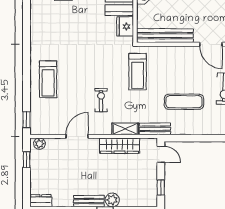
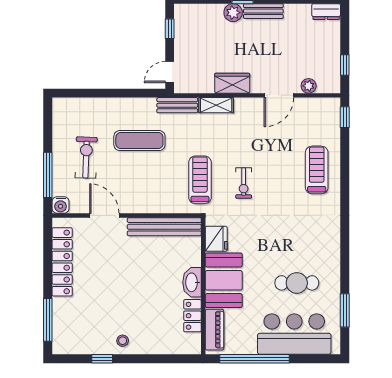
exercise bike: (101, 100) -> (244, 183), moved
plant: (39, 144) -> (309, 86), moved
wardrobe: (120, 146) -> (232, 83), width x0.67
door: (161, 154) -> (170, 72), hinge flipped

